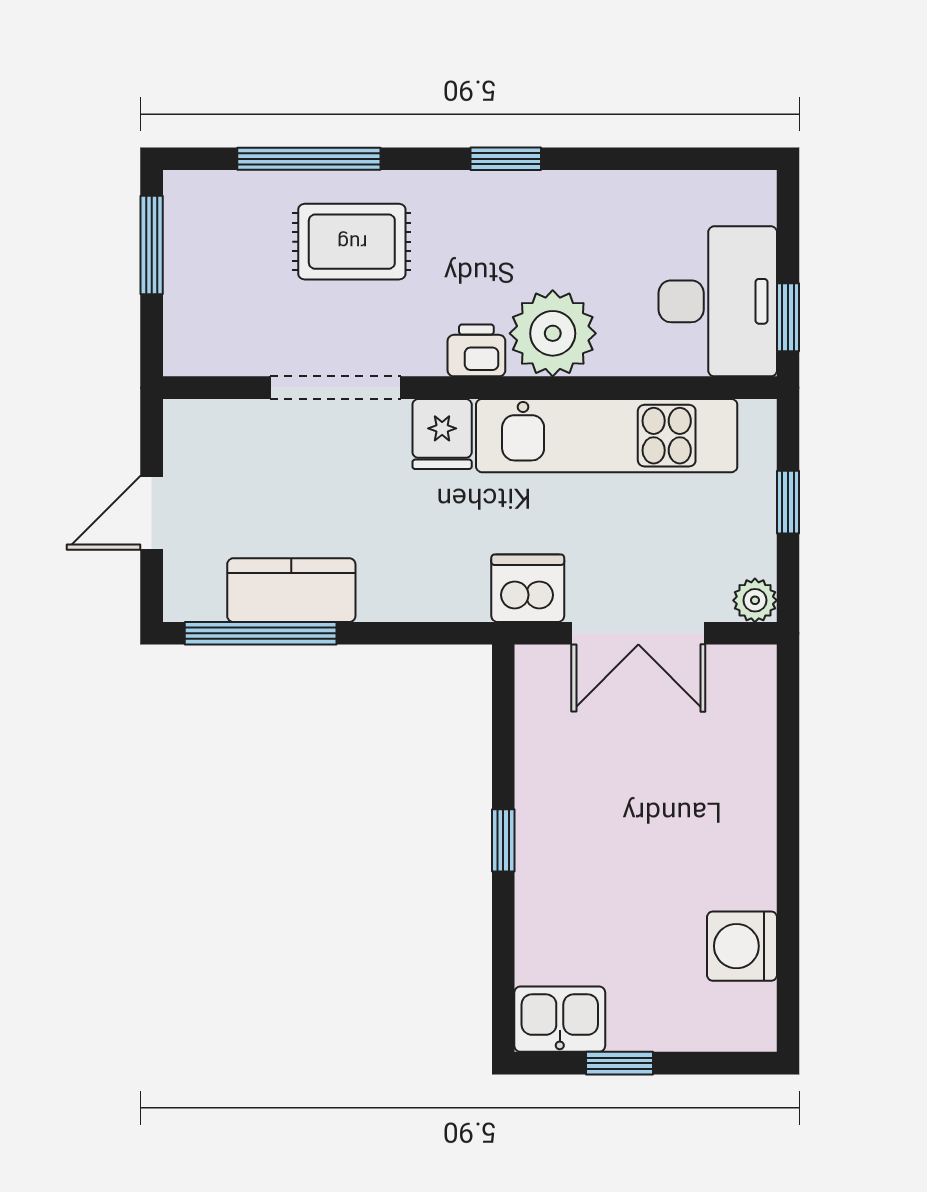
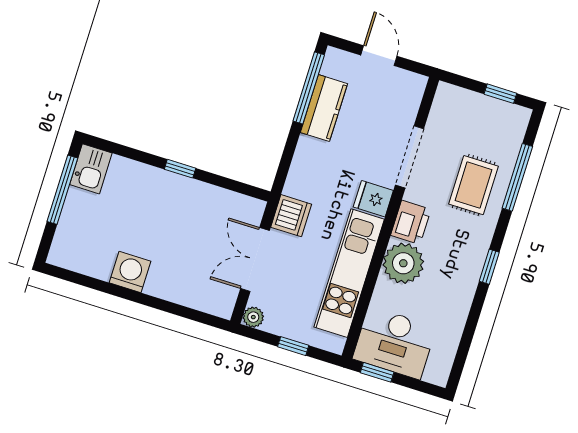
window: (152, 245) -> (500, 94), width x0.67
printer: (476, 350) -> (411, 222), width x1.36, depth x1.24
washing machine: (742, 946) -> (130, 272), moved
window: (620, 1063) -> (62, 190), width x2.17

